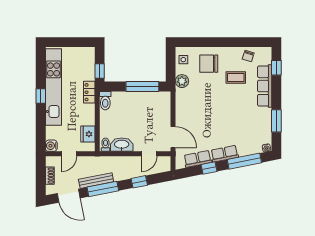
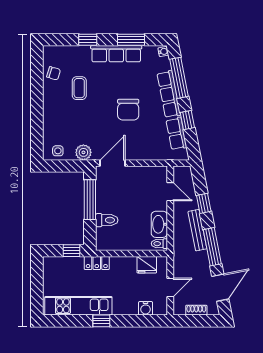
chair: (209, 64) -> (128, 110), moved
window: (276, 68) -> (88, 40), moved
row of seats: (265, 86) -> (116, 54), moved
kitchen unit: (53, 87) -> (78, 306), width x0.73
toilet: (105, 101) -> (107, 220), moved
door: (173, 137) -> (112, 163), moved
water cooler: (51, 146) -> (146, 308), moved
door: (69, 154) -> (170, 287), hinge flipped
row of seats: (225, 154) -> (169, 94), width x1.48
bench: (96, 181) -> (197, 230), moved

